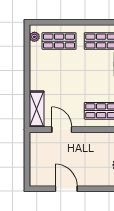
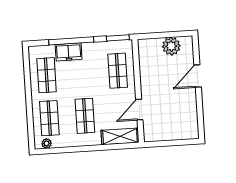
shop shelf: (59, 76) -> (85, 116), added
door: (66, 189) -> (198, 76), moved

